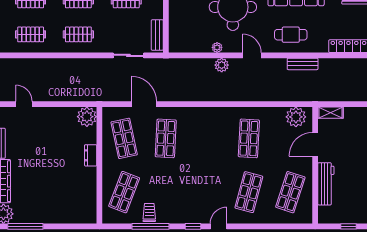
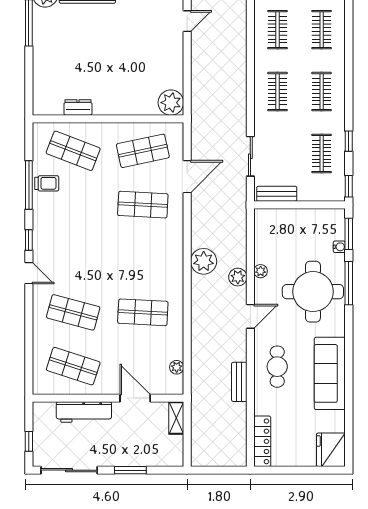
plant: (209, 91) -> (204, 261), added
plant: (296, 117) -> (177, 367), width x0.53, depth x0.53
dresser: (91, 155) -> (78, 107), moved

